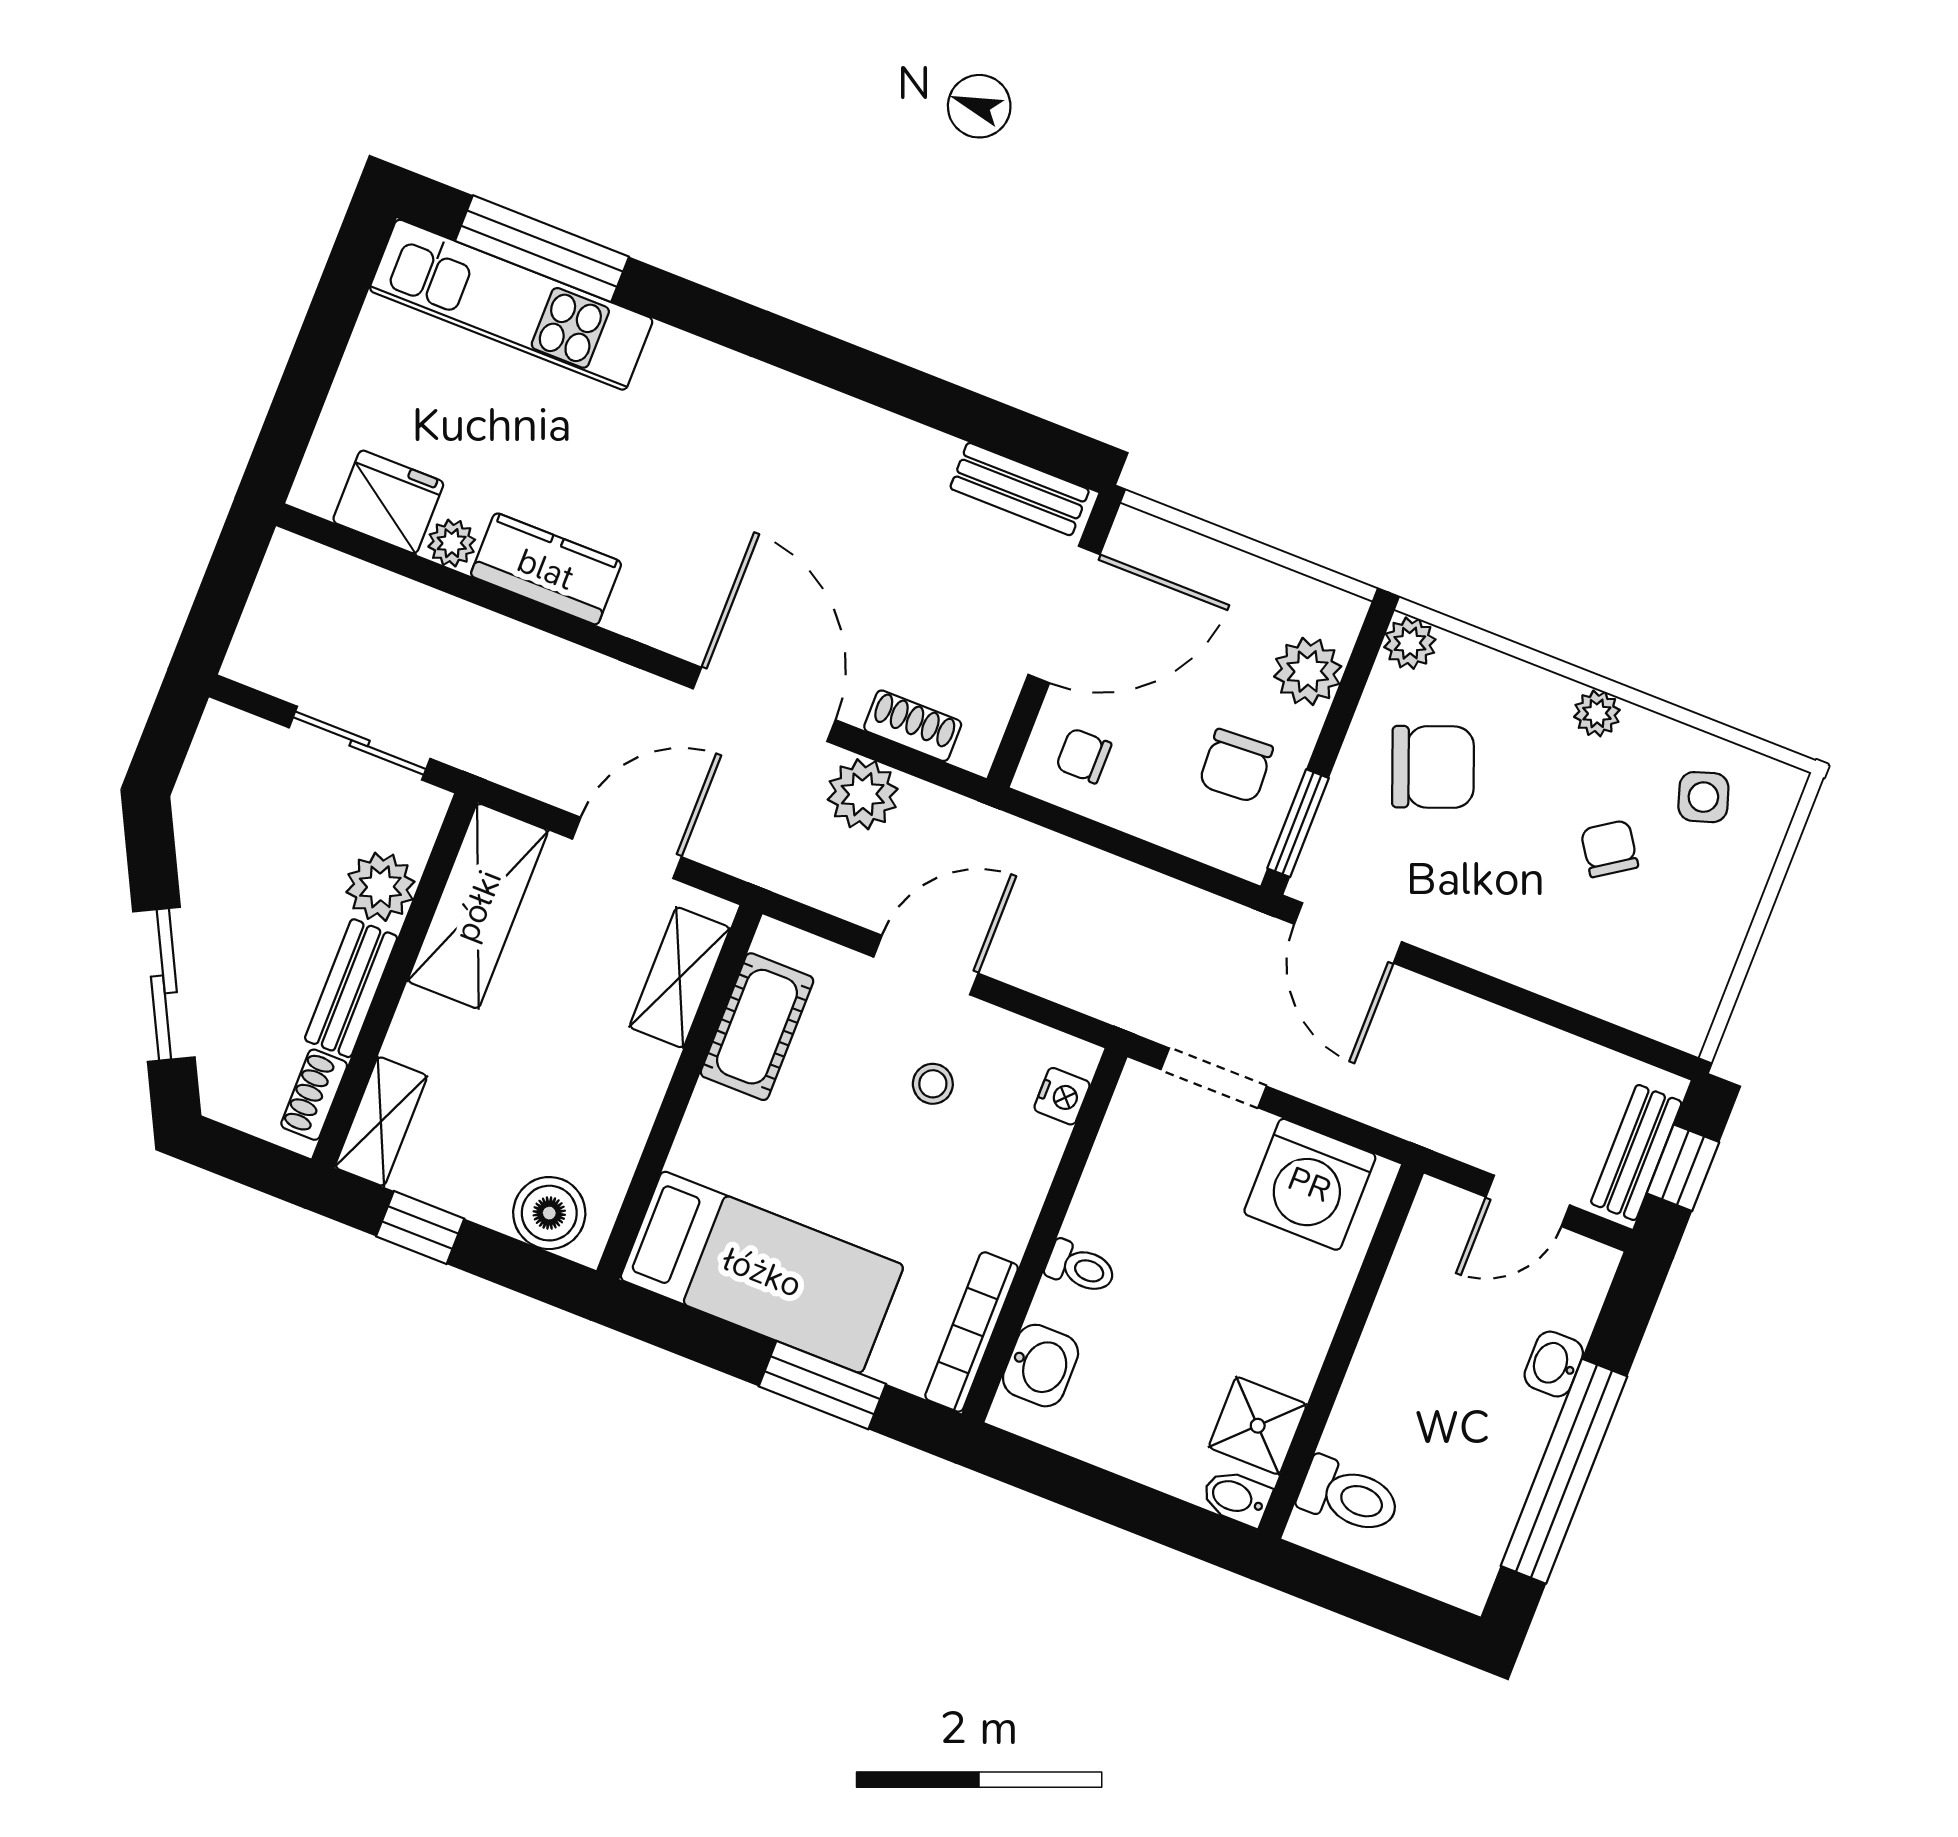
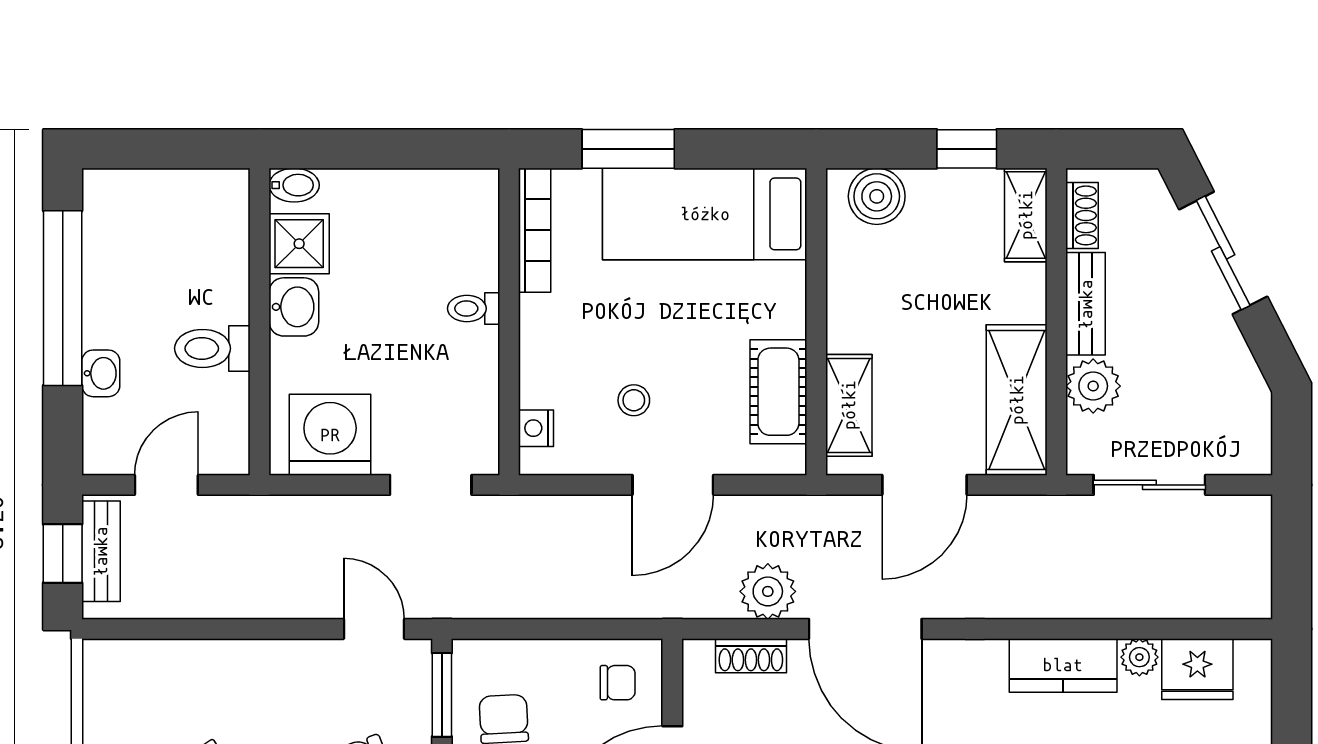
door: (1348, 933) -> (374, 629), width x0.73
washbasin: (1041, 1366) -> (294, 307), moved, turned 180
toilet: (1349, 1496) -> (212, 348), moved

